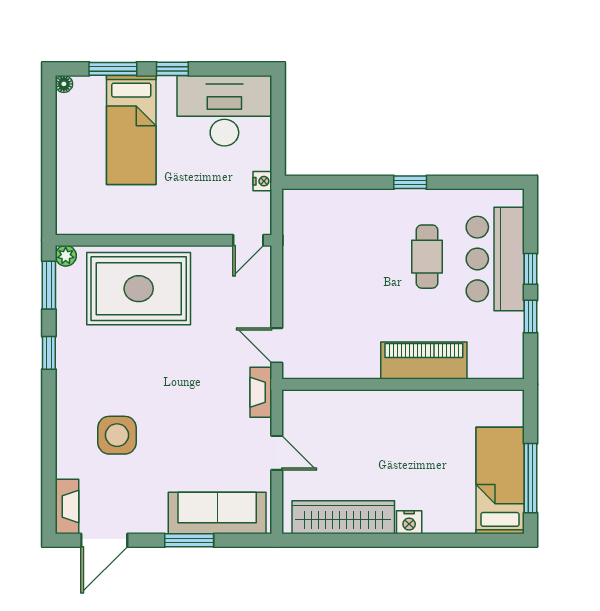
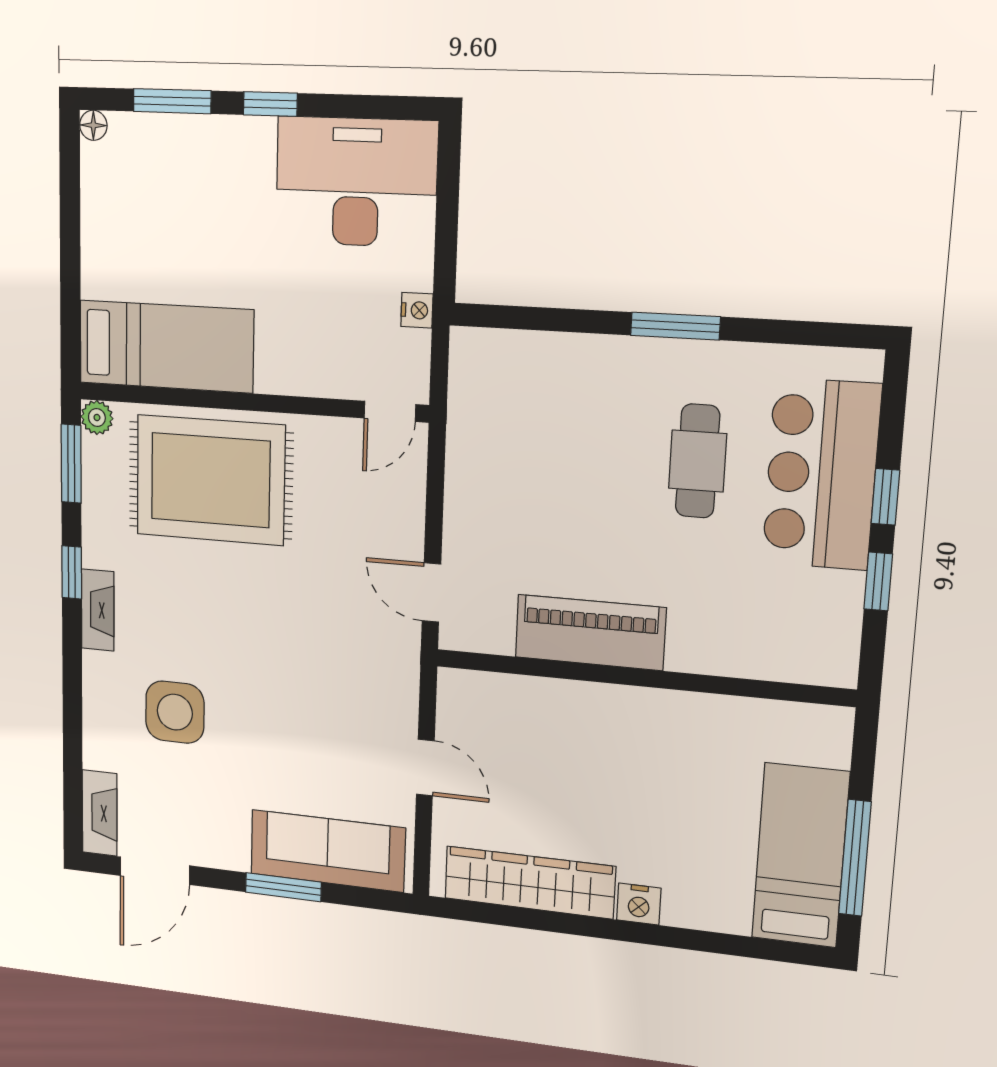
bed: (131, 130) -> (166, 346), moved, turned -90
window: (410, 182) -> (675, 326), width x1.50
piano: (424, 361) -> (590, 632), moved
fireplace: (261, 392) -> (98, 610), moved, turned 180

